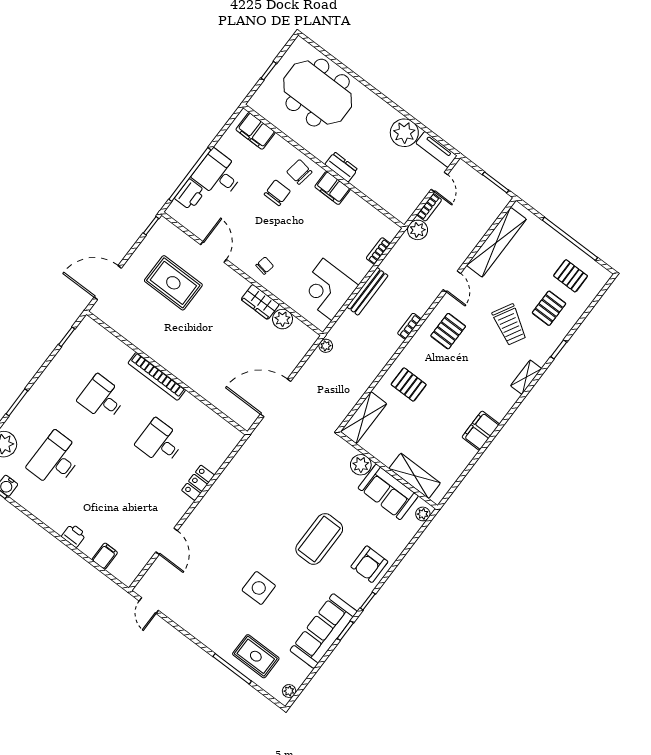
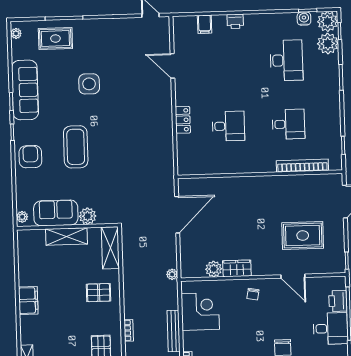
bookcase: (157, 376) -> (302, 166), moved
shelving: (415, 476) -> (66, 236), moved

